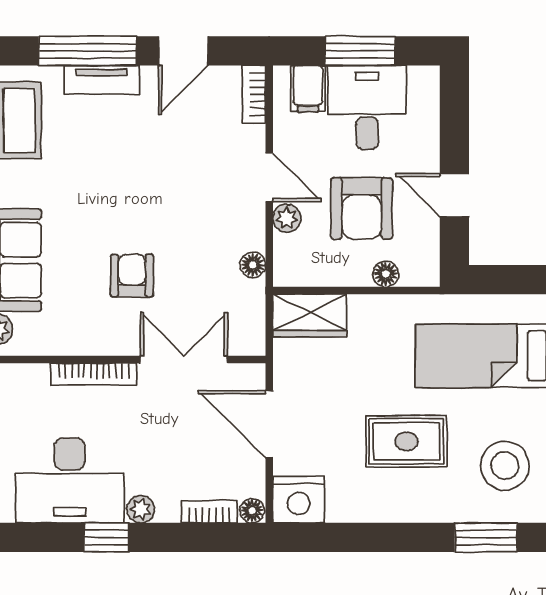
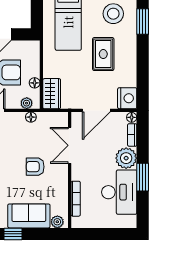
plant: (287, 218) -> (27, 103), moved
floor lamp: (386, 274) -> (35, 83), moved
bookcase: (94, 374) -> (76, 199), moved
plant: (141, 509) -> (126, 158), width x1.87, depth x1.87
window: (107, 537) -> (143, 177), width x1.50

